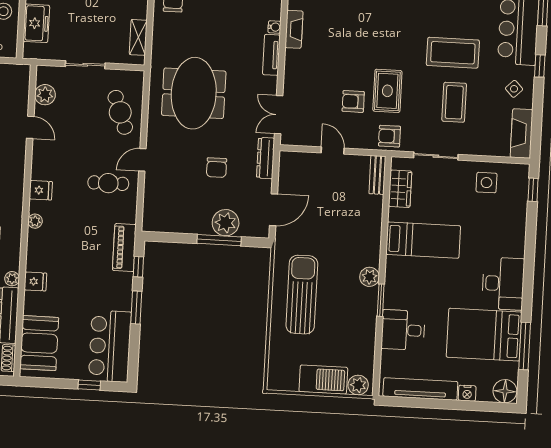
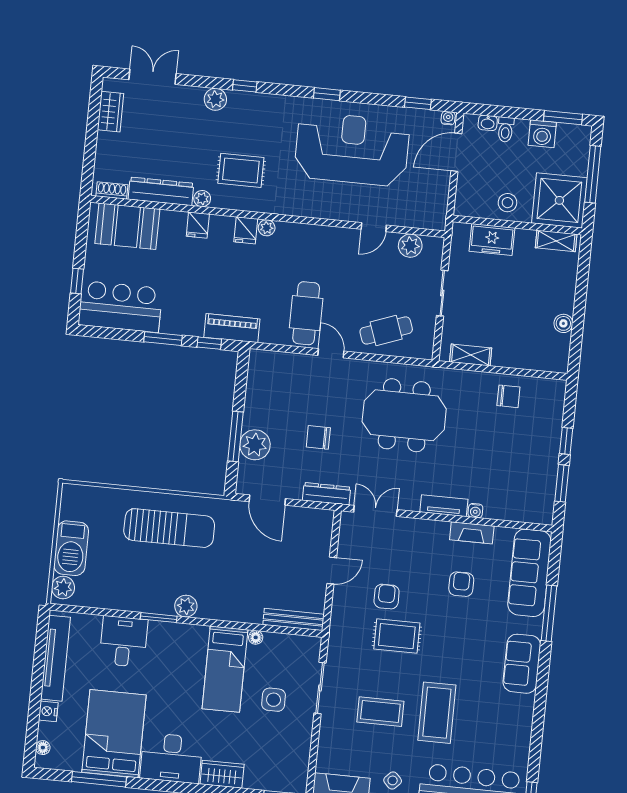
armchair: (389, 136) -> (461, 584), moved
bench: (377, 175) -> (294, 619), width x1.36
cafe table: (108, 183) -> (306, 313), width x1.37, depth x1.35
side table: (486, 183) -> (274, 700), moved
wardrobe: (400, 189) -> (222, 774), moved, turned 180
fridge: (41, 190) -> (246, 230), moved
floor lamp: (394, 214) -> (256, 637), added
floor lamp: (505, 391) -> (43, 748), width x0.53, depth x0.53

